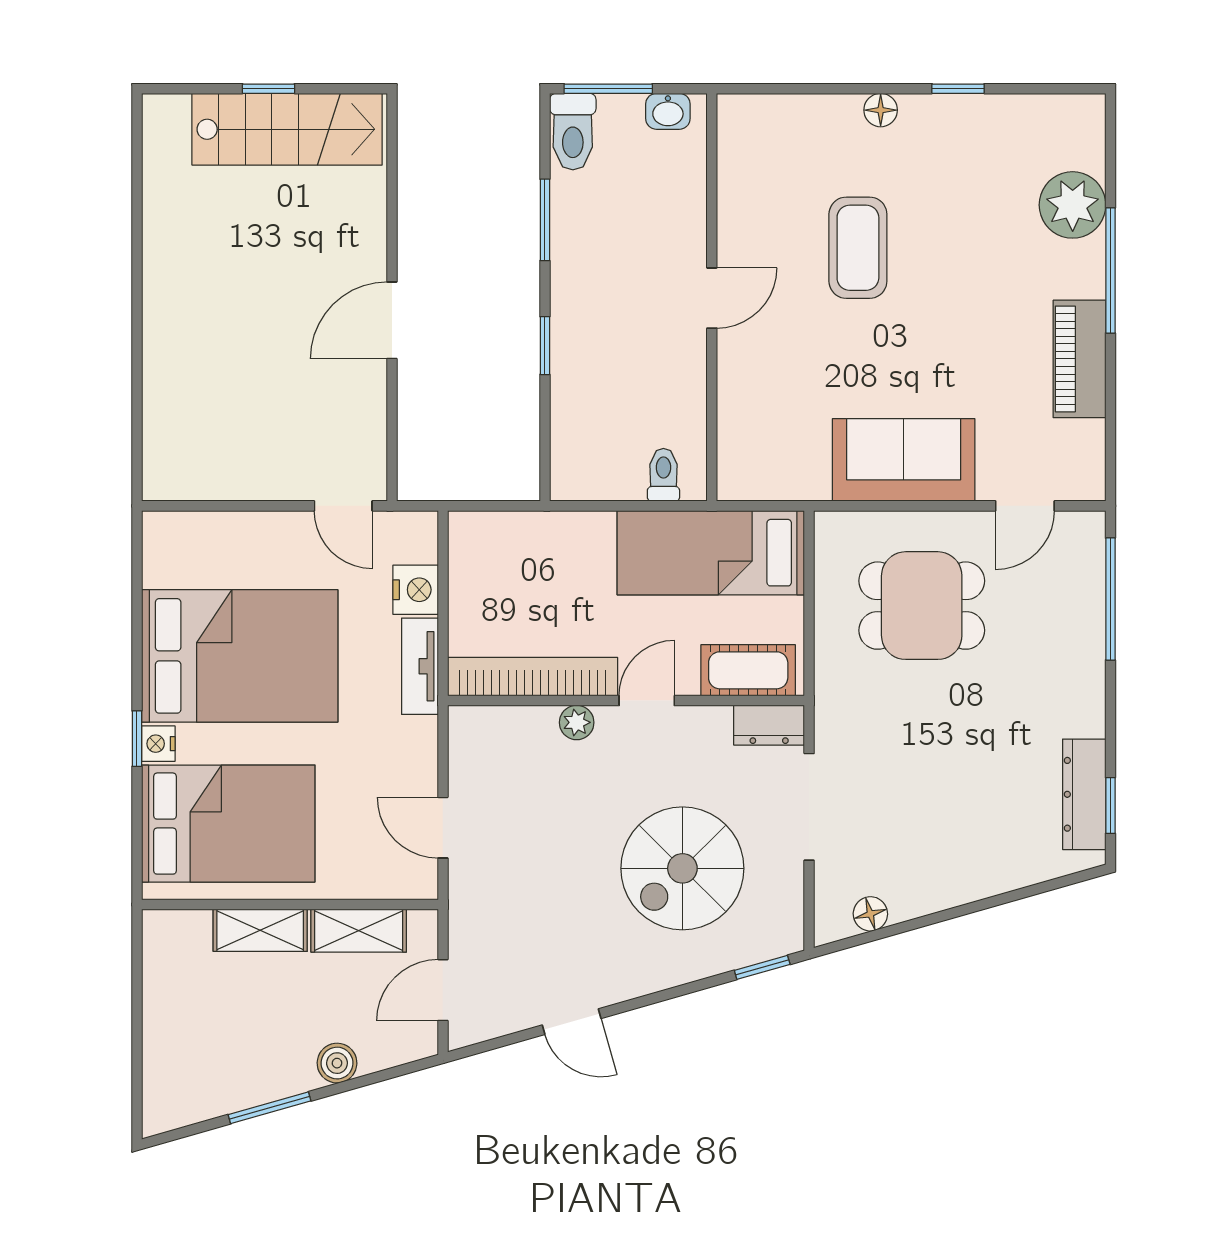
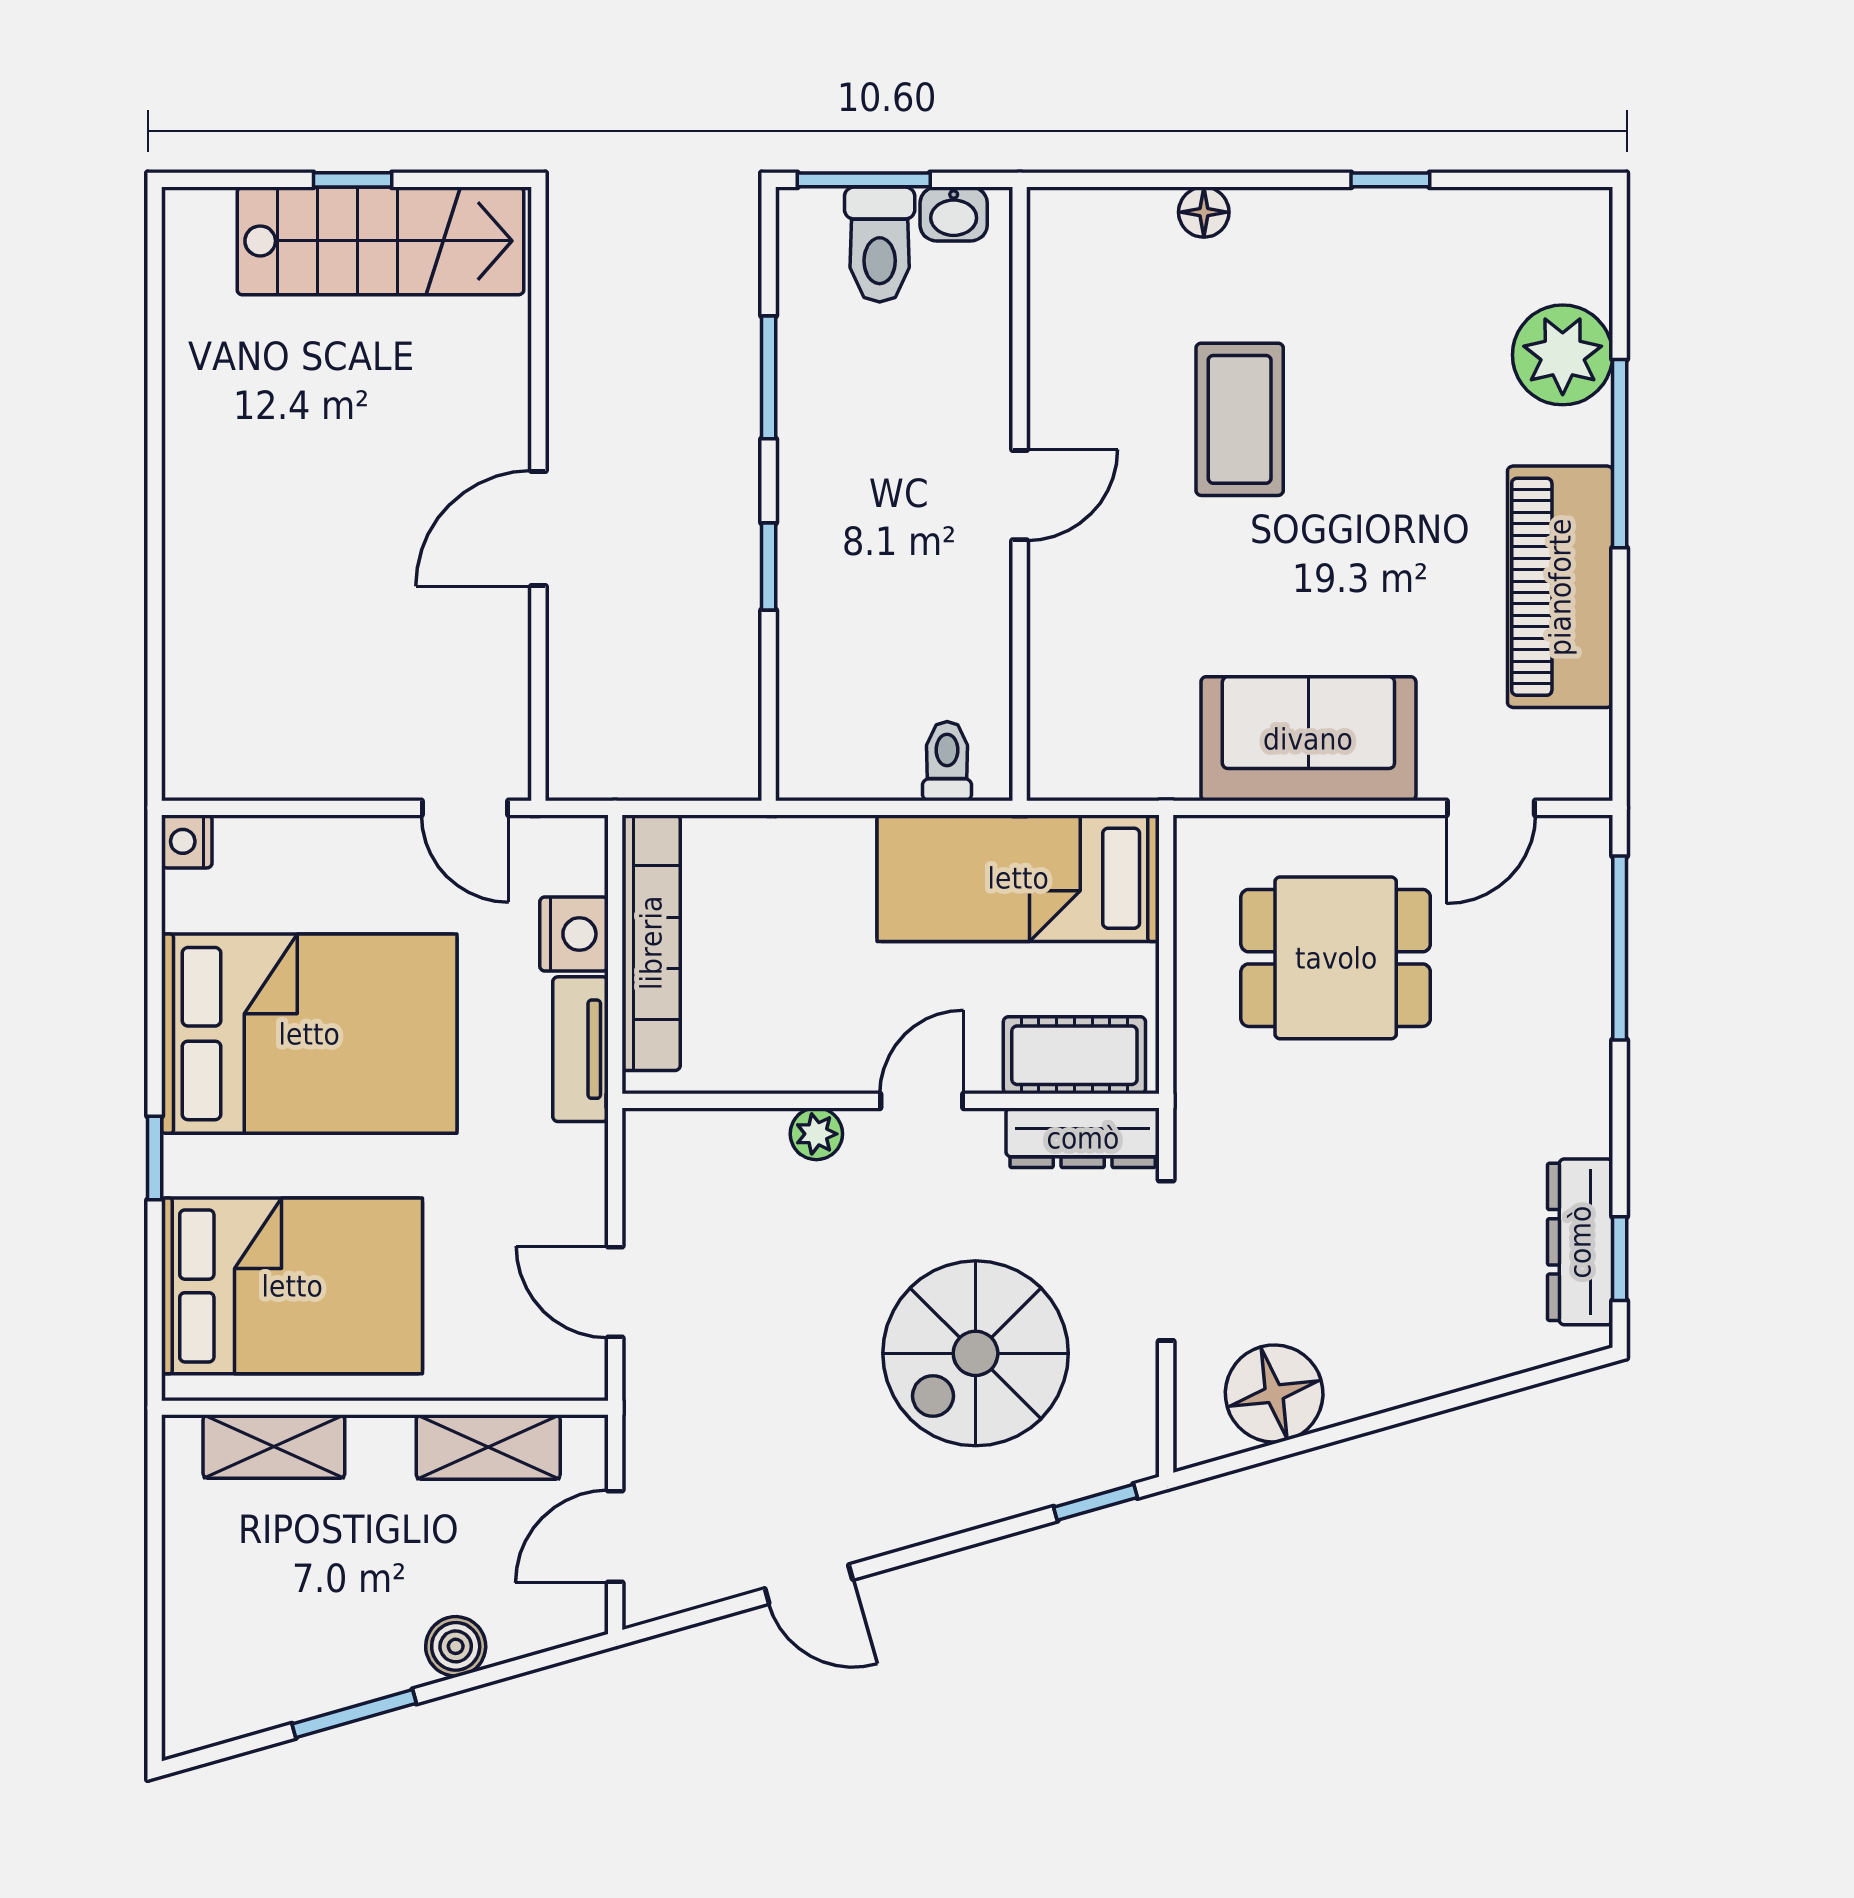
floor lamp: (881, 110) -> (1204, 212), moved
toilet: (573, 132) -> (880, 245), moved
piano: (1079, 359) -> (1560, 587), width x1.37, depth x1.33
bookcase: (533, 677) -> (651, 943), moved, turned 90
dresser: (769, 725) -> (1083, 1138), width x1.44
nightstand: (158, 744) -> (187, 841), moved
floor lamp: (870, 914) -> (1274, 1394), width x1.89, depth x1.89
shelving: (260, 930) -> (274, 1447), moved

